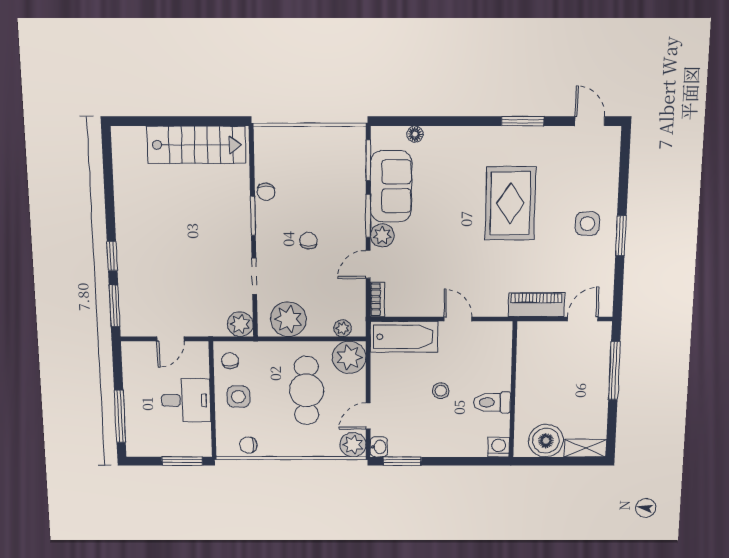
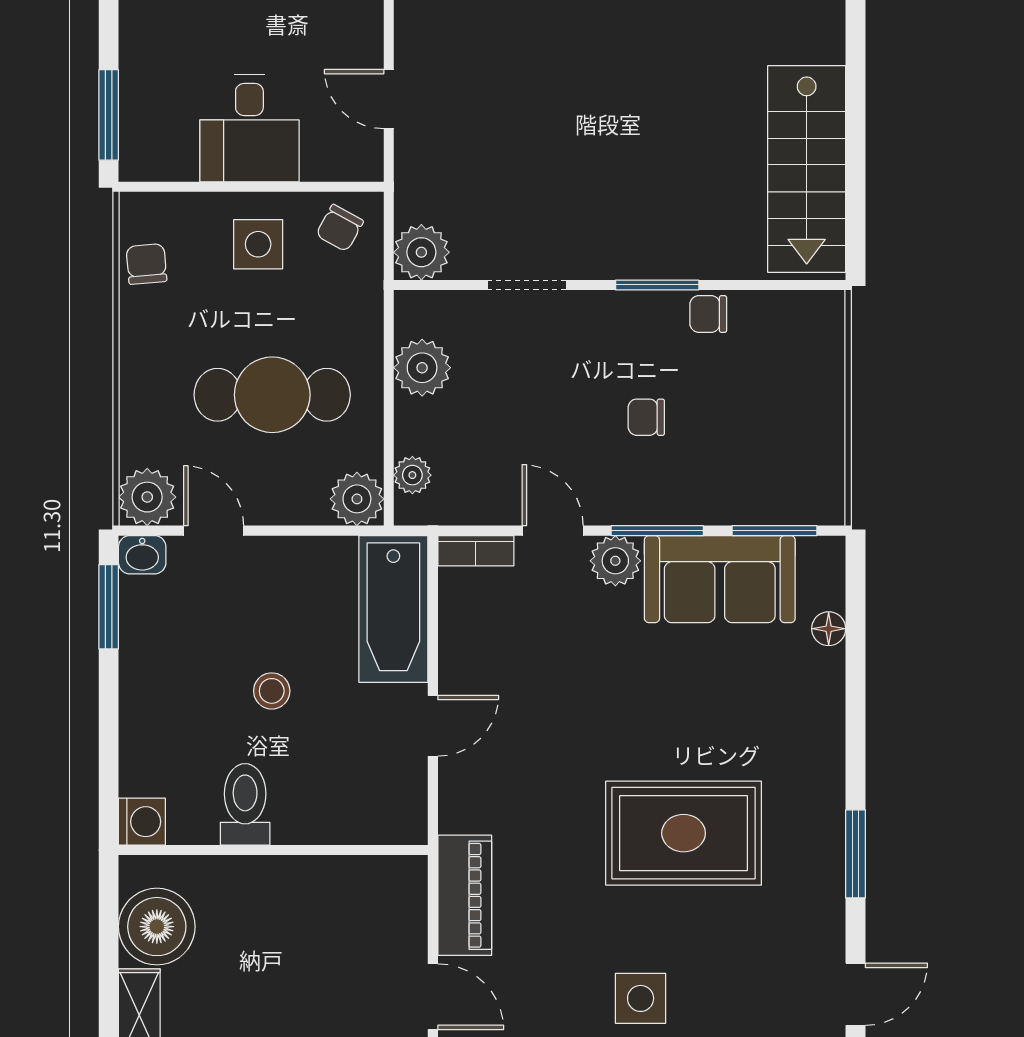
chair: (309, 241) -> (646, 417), moved, turned 180
plant: (288, 319) -> (422, 368), width x0.73, depth x0.73
plant: (349, 357) -> (357, 499), width x0.73, depth x0.73
chair: (230, 361) -> (340, 228), turned 125

